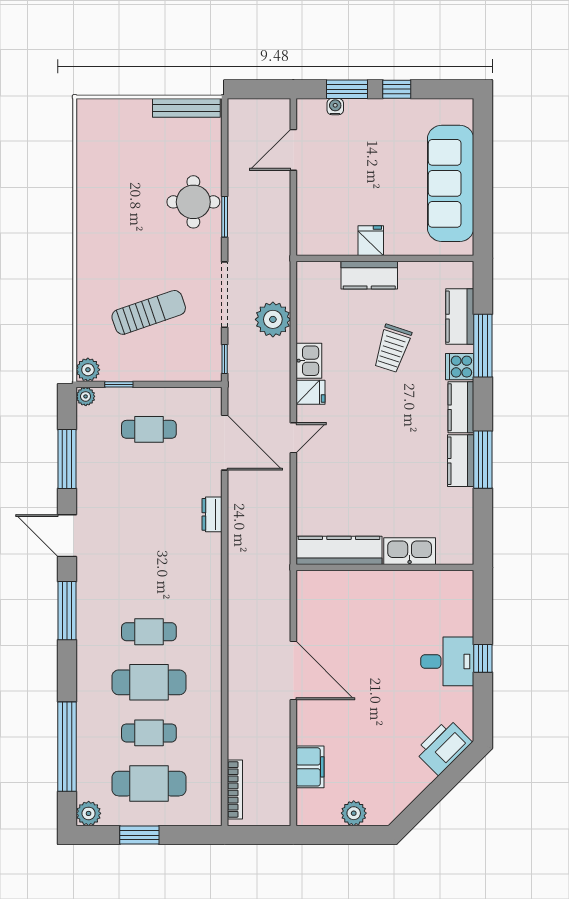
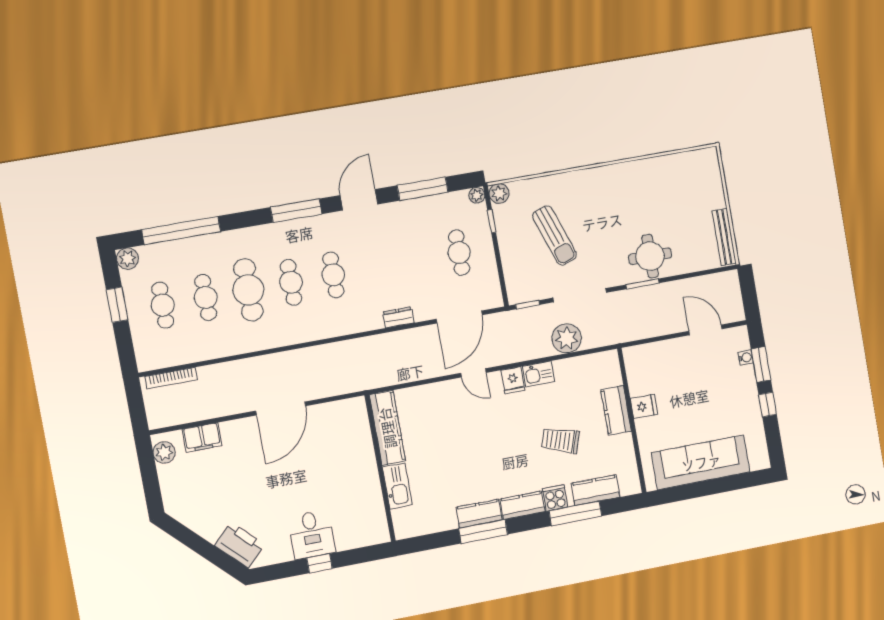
cafe table: (149, 581) -> (333, 275), added
cafe table: (149, 784) -> (163, 305), width x0.73, depth x0.74
plant: (354, 813) -> (164, 452), moved

